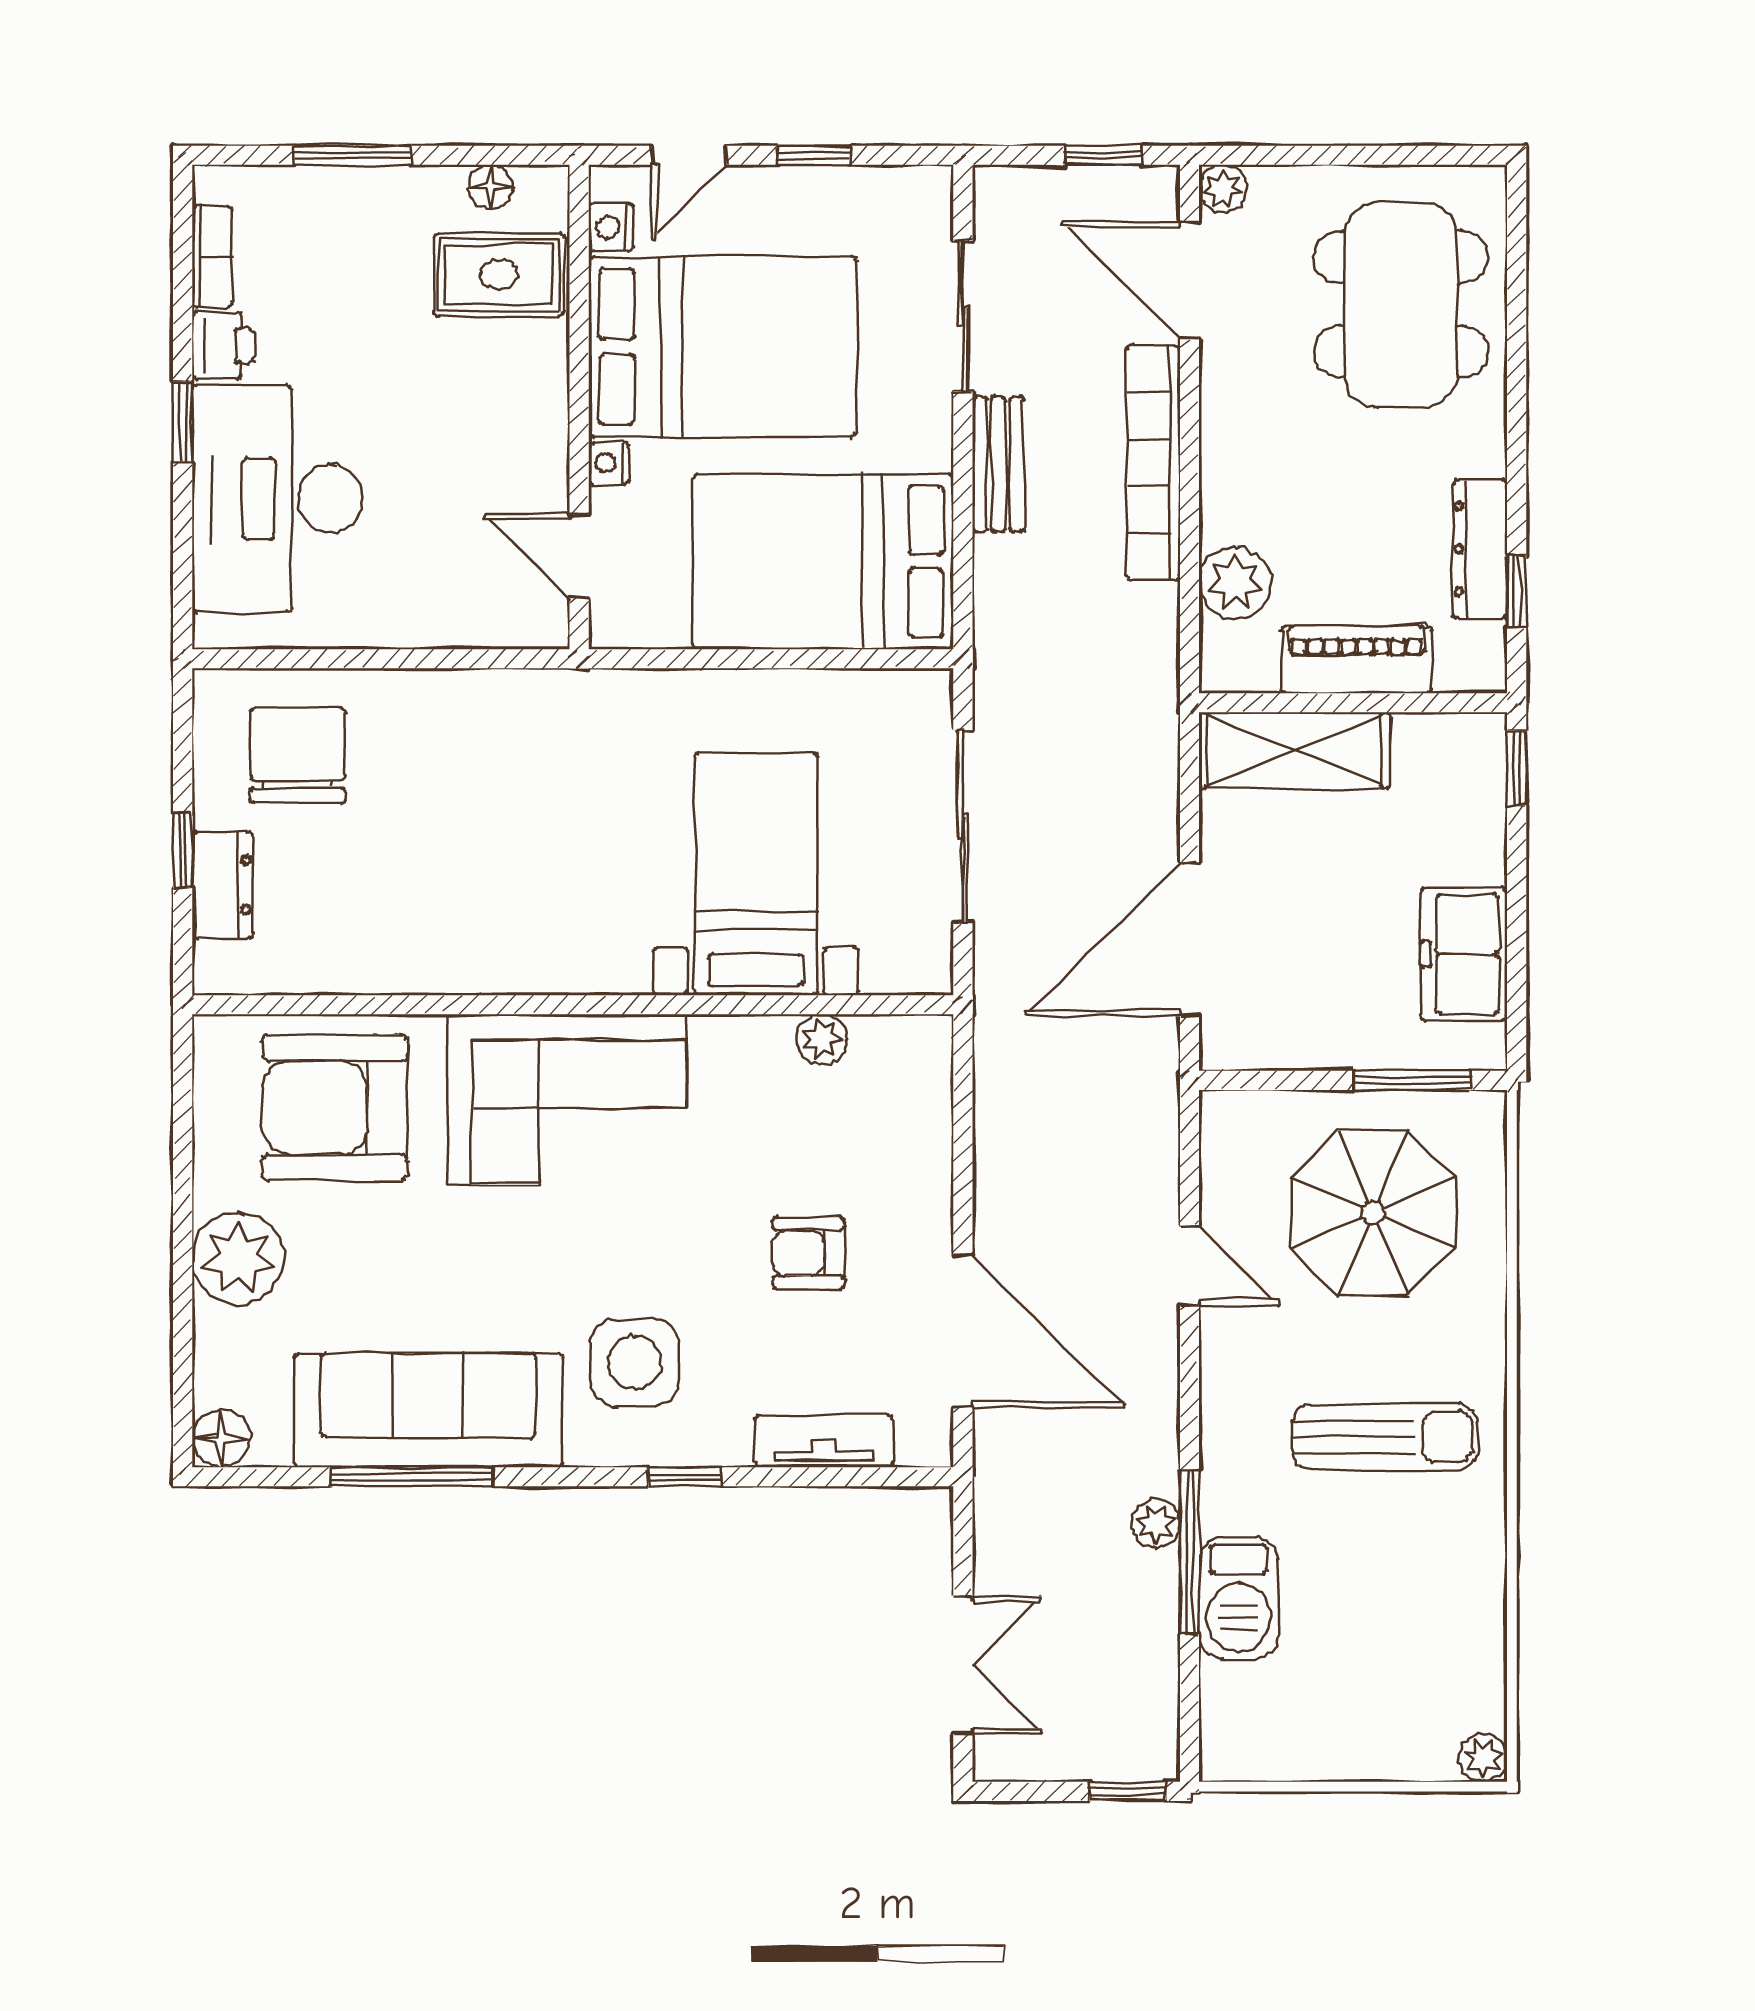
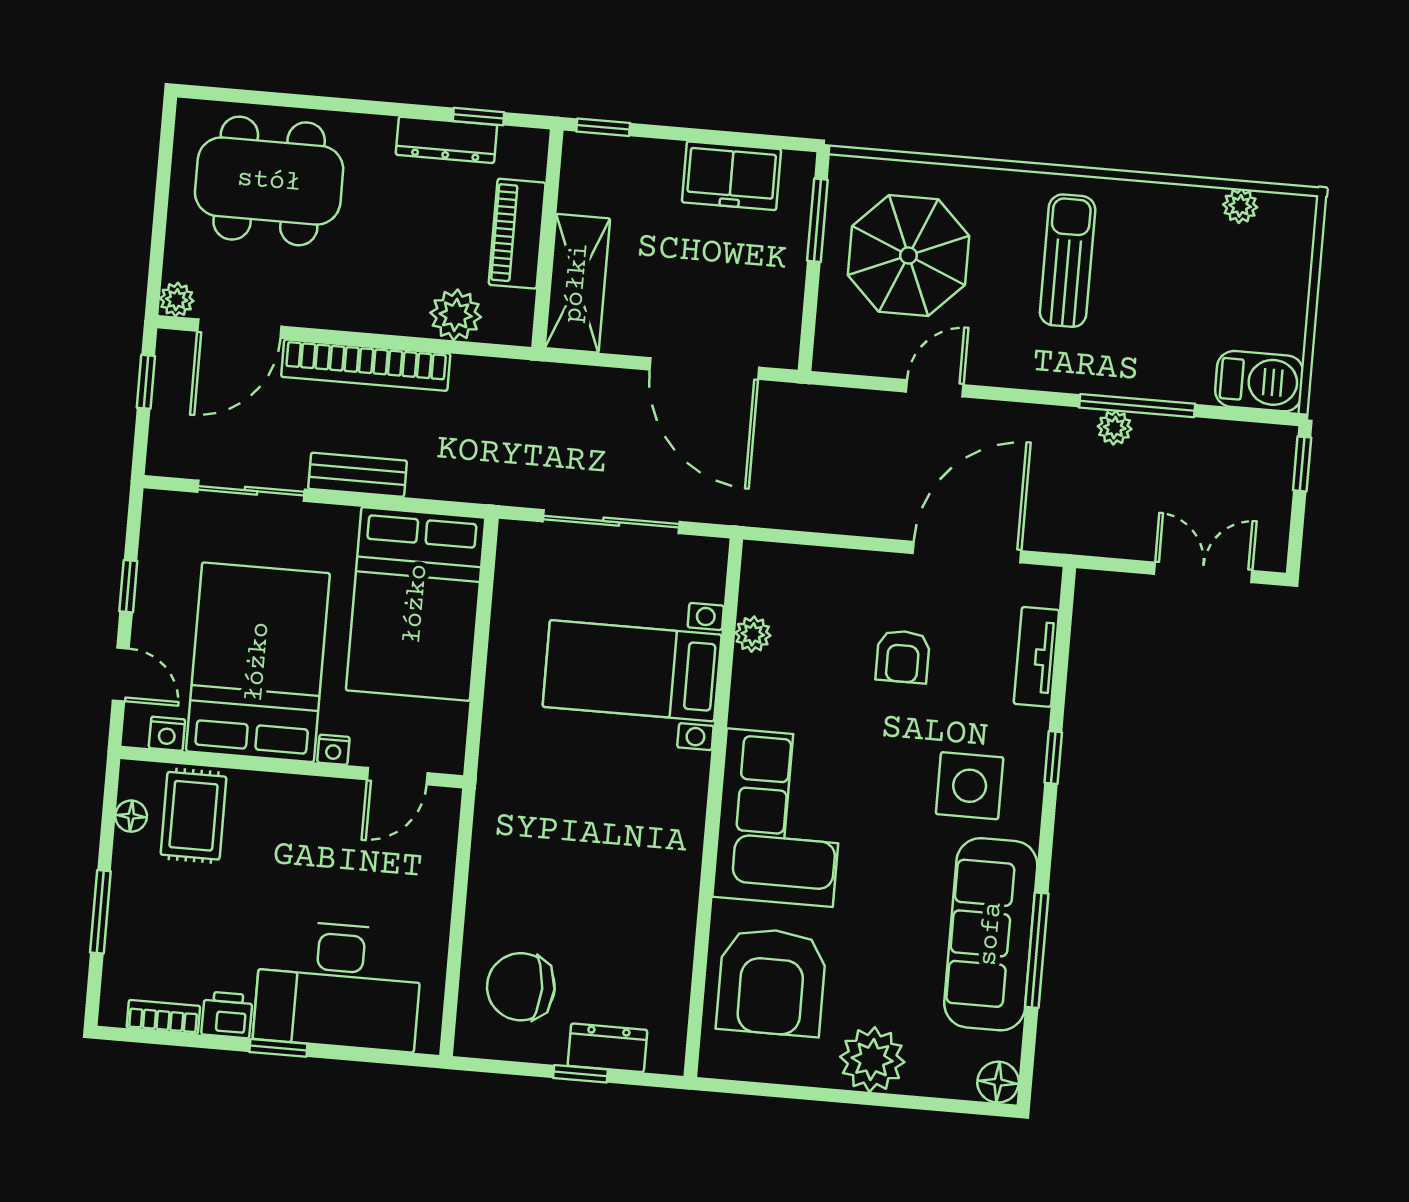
barbecue: (1239, 1598) -> (1259, 381), moved
plant: (1483, 1758) -> (1240, 206), moved

